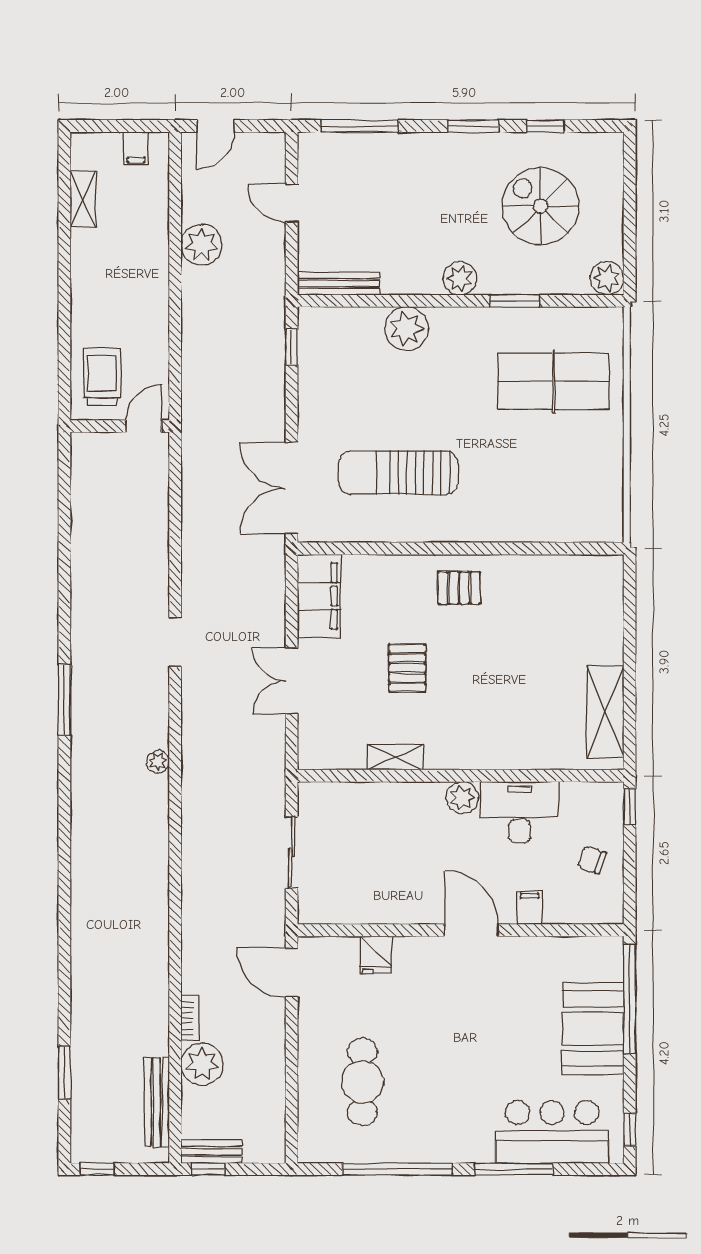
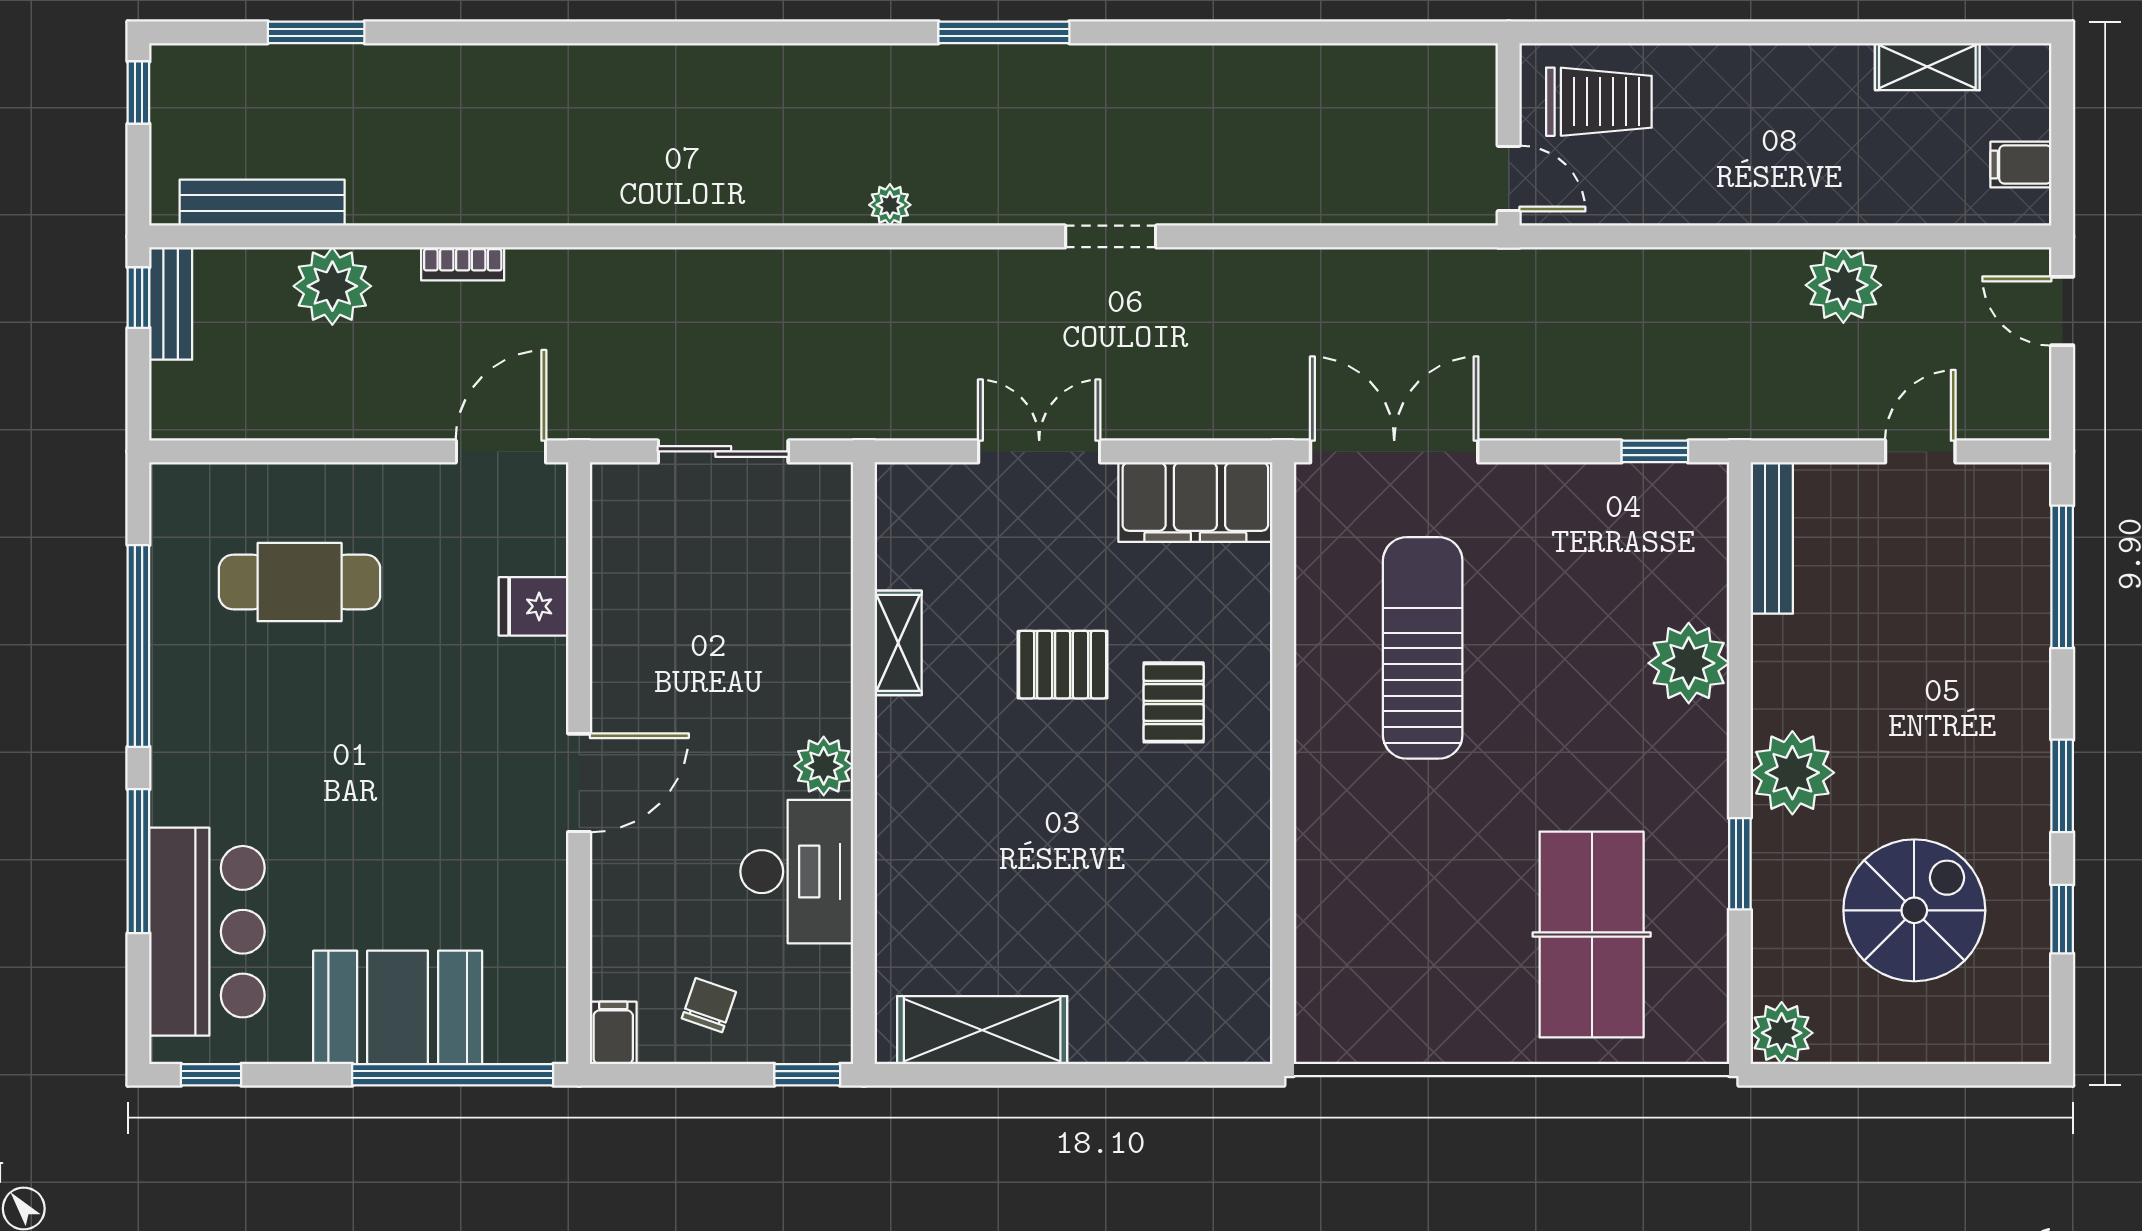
plant: (460, 278) -> (1792, 773), width x1.36, depth x1.36
pallet: (459, 588) -> (1174, 702), moved
filing cabinet: (530, 907) -> (613, 1033), moved, turned -90
bookcase: (190, 1018) -> (463, 264), moved

